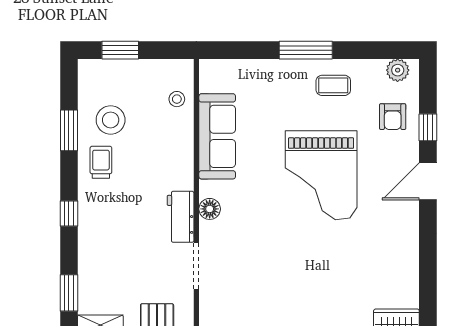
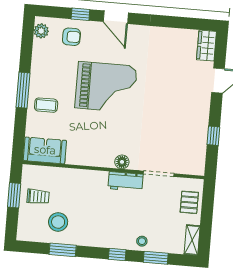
window: (120, 50) -> (14, 195), moved
coffee table: (333, 85) -> (46, 105), moved, turned 90
stool: (177, 99) -> (142, 241), moved
sofa: (217, 136) -> (45, 150), moved, width x0.73
trolley: (101, 162) -> (38, 197), moved, turned 180
window: (69, 293) -> (156, 258), moved

